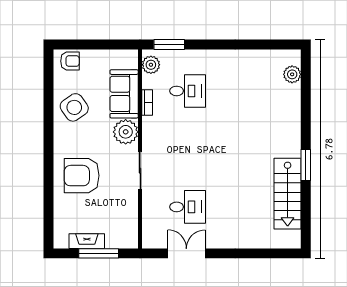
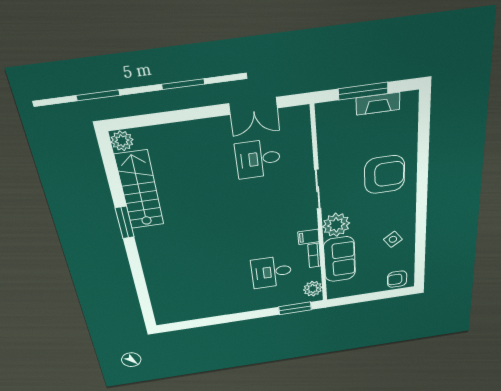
plant: (292, 74) -> (122, 141), moved
side table: (74, 107) -> (393, 239), width x0.54, depth x0.54
filing cabinet: (151, 123) -> (308, 237), added

